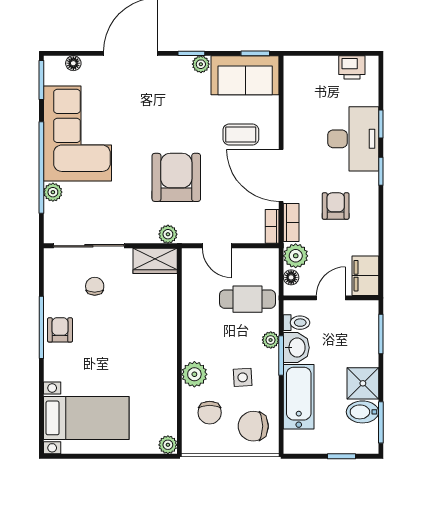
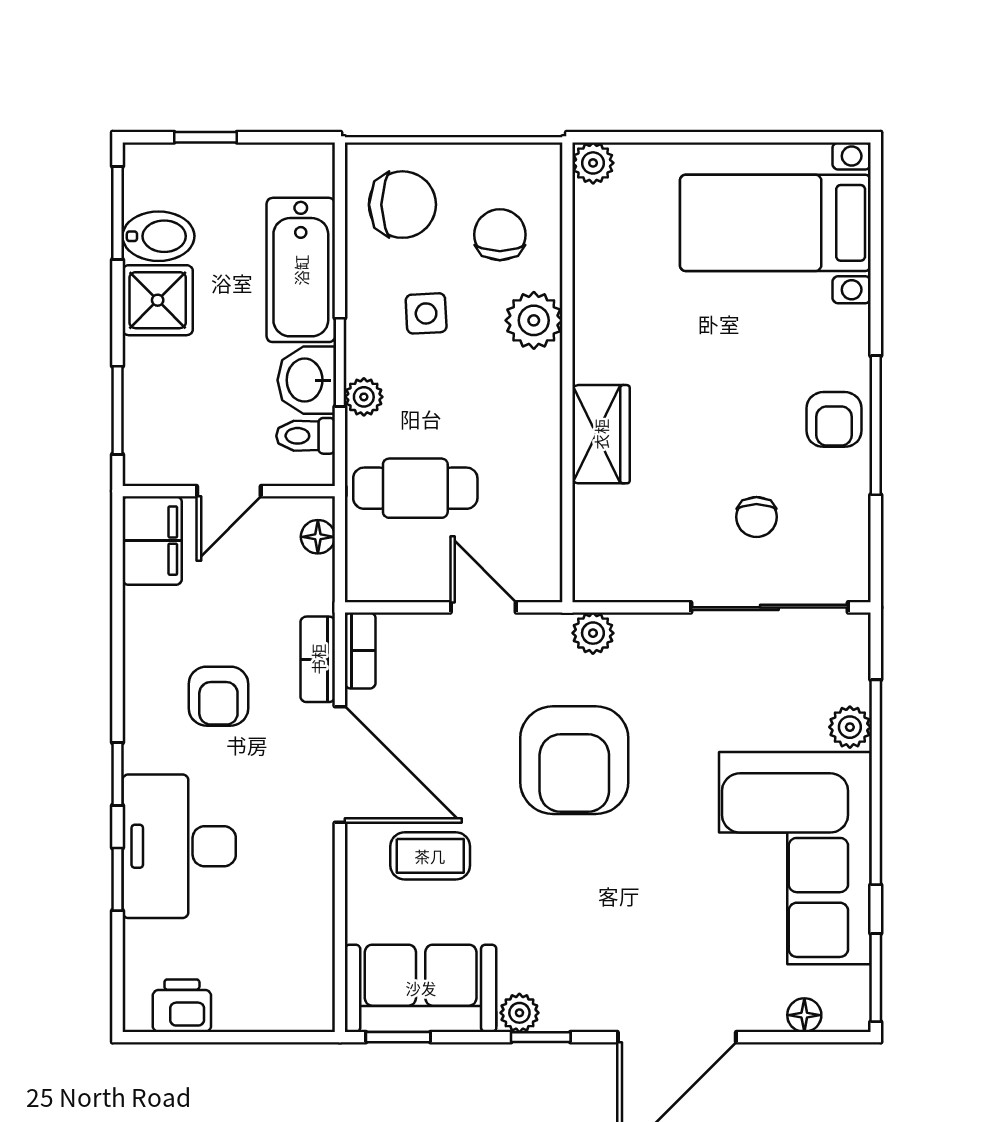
plant: (296, 256) -> (308, 585), removed
wardrobe: (155, 261) -> (601, 434), moved, turned 90

